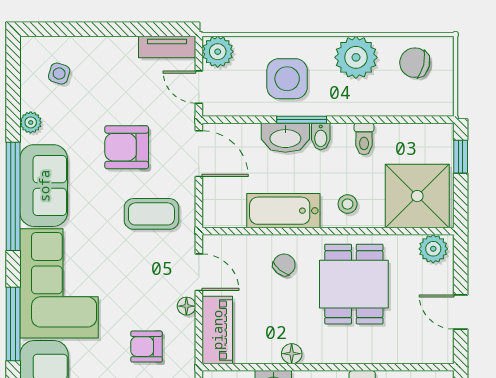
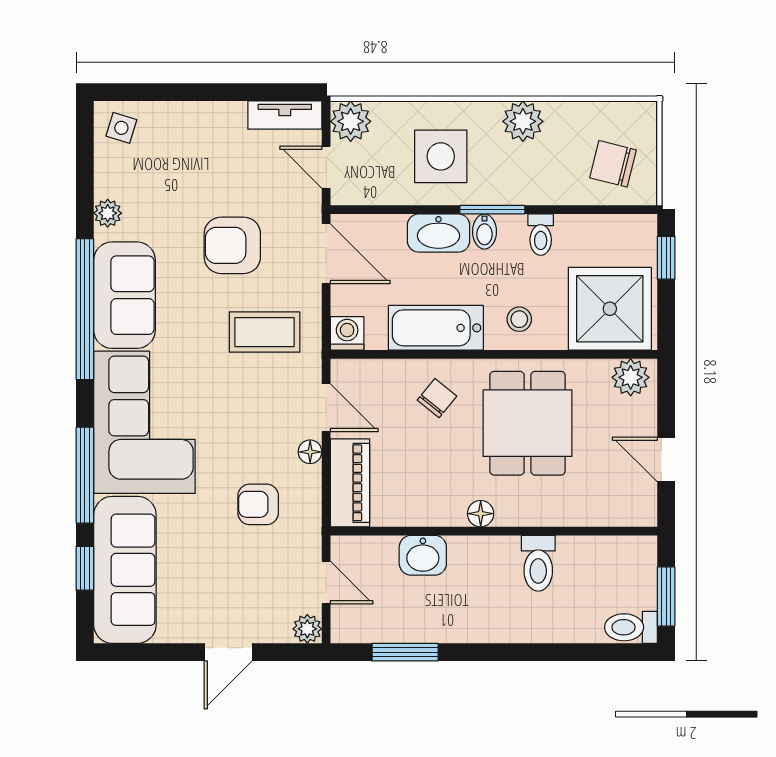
plant: (356, 57) -> (523, 121), width x0.73, depth x0.73
chair: (415, 63) -> (613, 164), moved
side table: (59, 74) -> (121, 128), moved
window: (302, 120) -> (492, 210), moved
washing machine: (215, 215) -> (347, 333), added
floor lamp: (292, 354) -> (481, 514), moved

